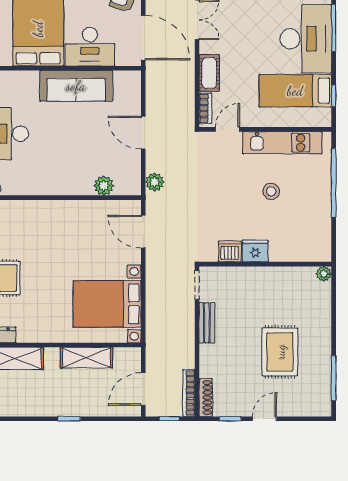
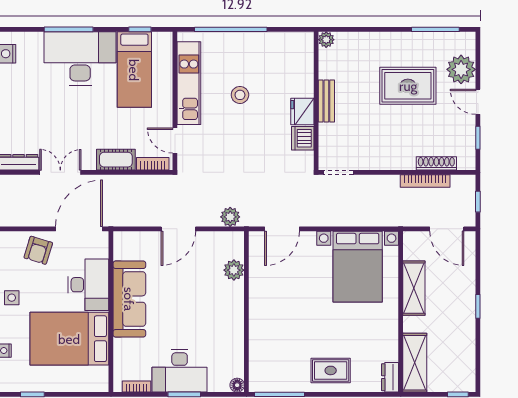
bench: (207, 323) -> (326, 101), moved, turned 90
bookcase: (189, 393) -> (425, 181), moved
shoe rack: (206, 397) -> (436, 163), moved
plant: (295, 403) -> (461, 69), added

